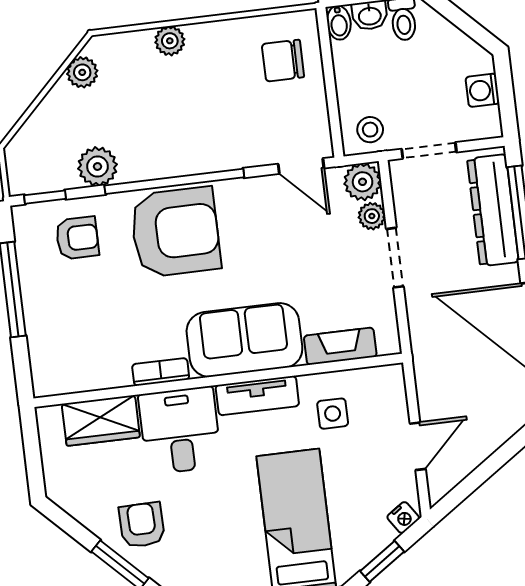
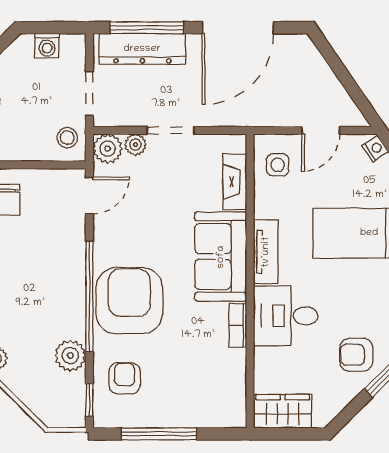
side table: (333, 414) -> (278, 165), moved
wardrobe: (101, 421) -> (283, 411), moved, turned -90
door: (418, 446) -> (321, 130), swing flipped

